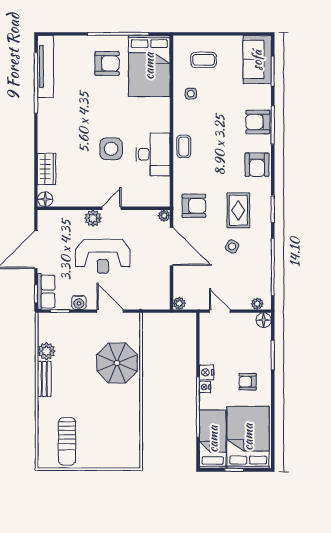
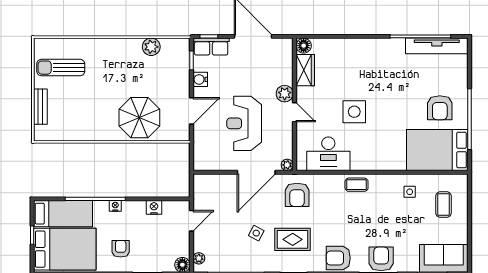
desk: (153, 154) -> (328, 154), moved
wardrobe: (47, 169) -> (305, 70), moved, turned -90
reception desk: (103, 256) -> (244, 123), moved
plant: (179, 303) -> (199, 180), removed
nightstand: (206, 372) -> (154, 207), moved
bench: (44, 379) -> (40, 107), moved, turned 90

